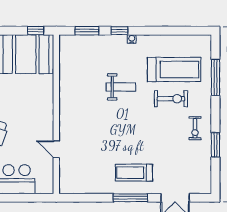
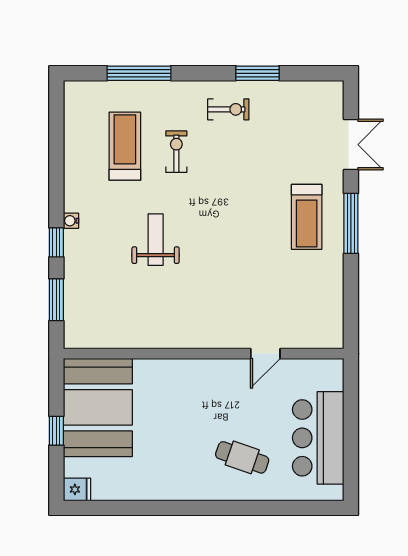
window: (36, 31) -> (56, 431), moved
treadmill: (174, 69) -> (125, 146), width x0.73, depth x0.73
exercise bike: (171, 99) -> (176, 152), width x0.73, depth x0.72

